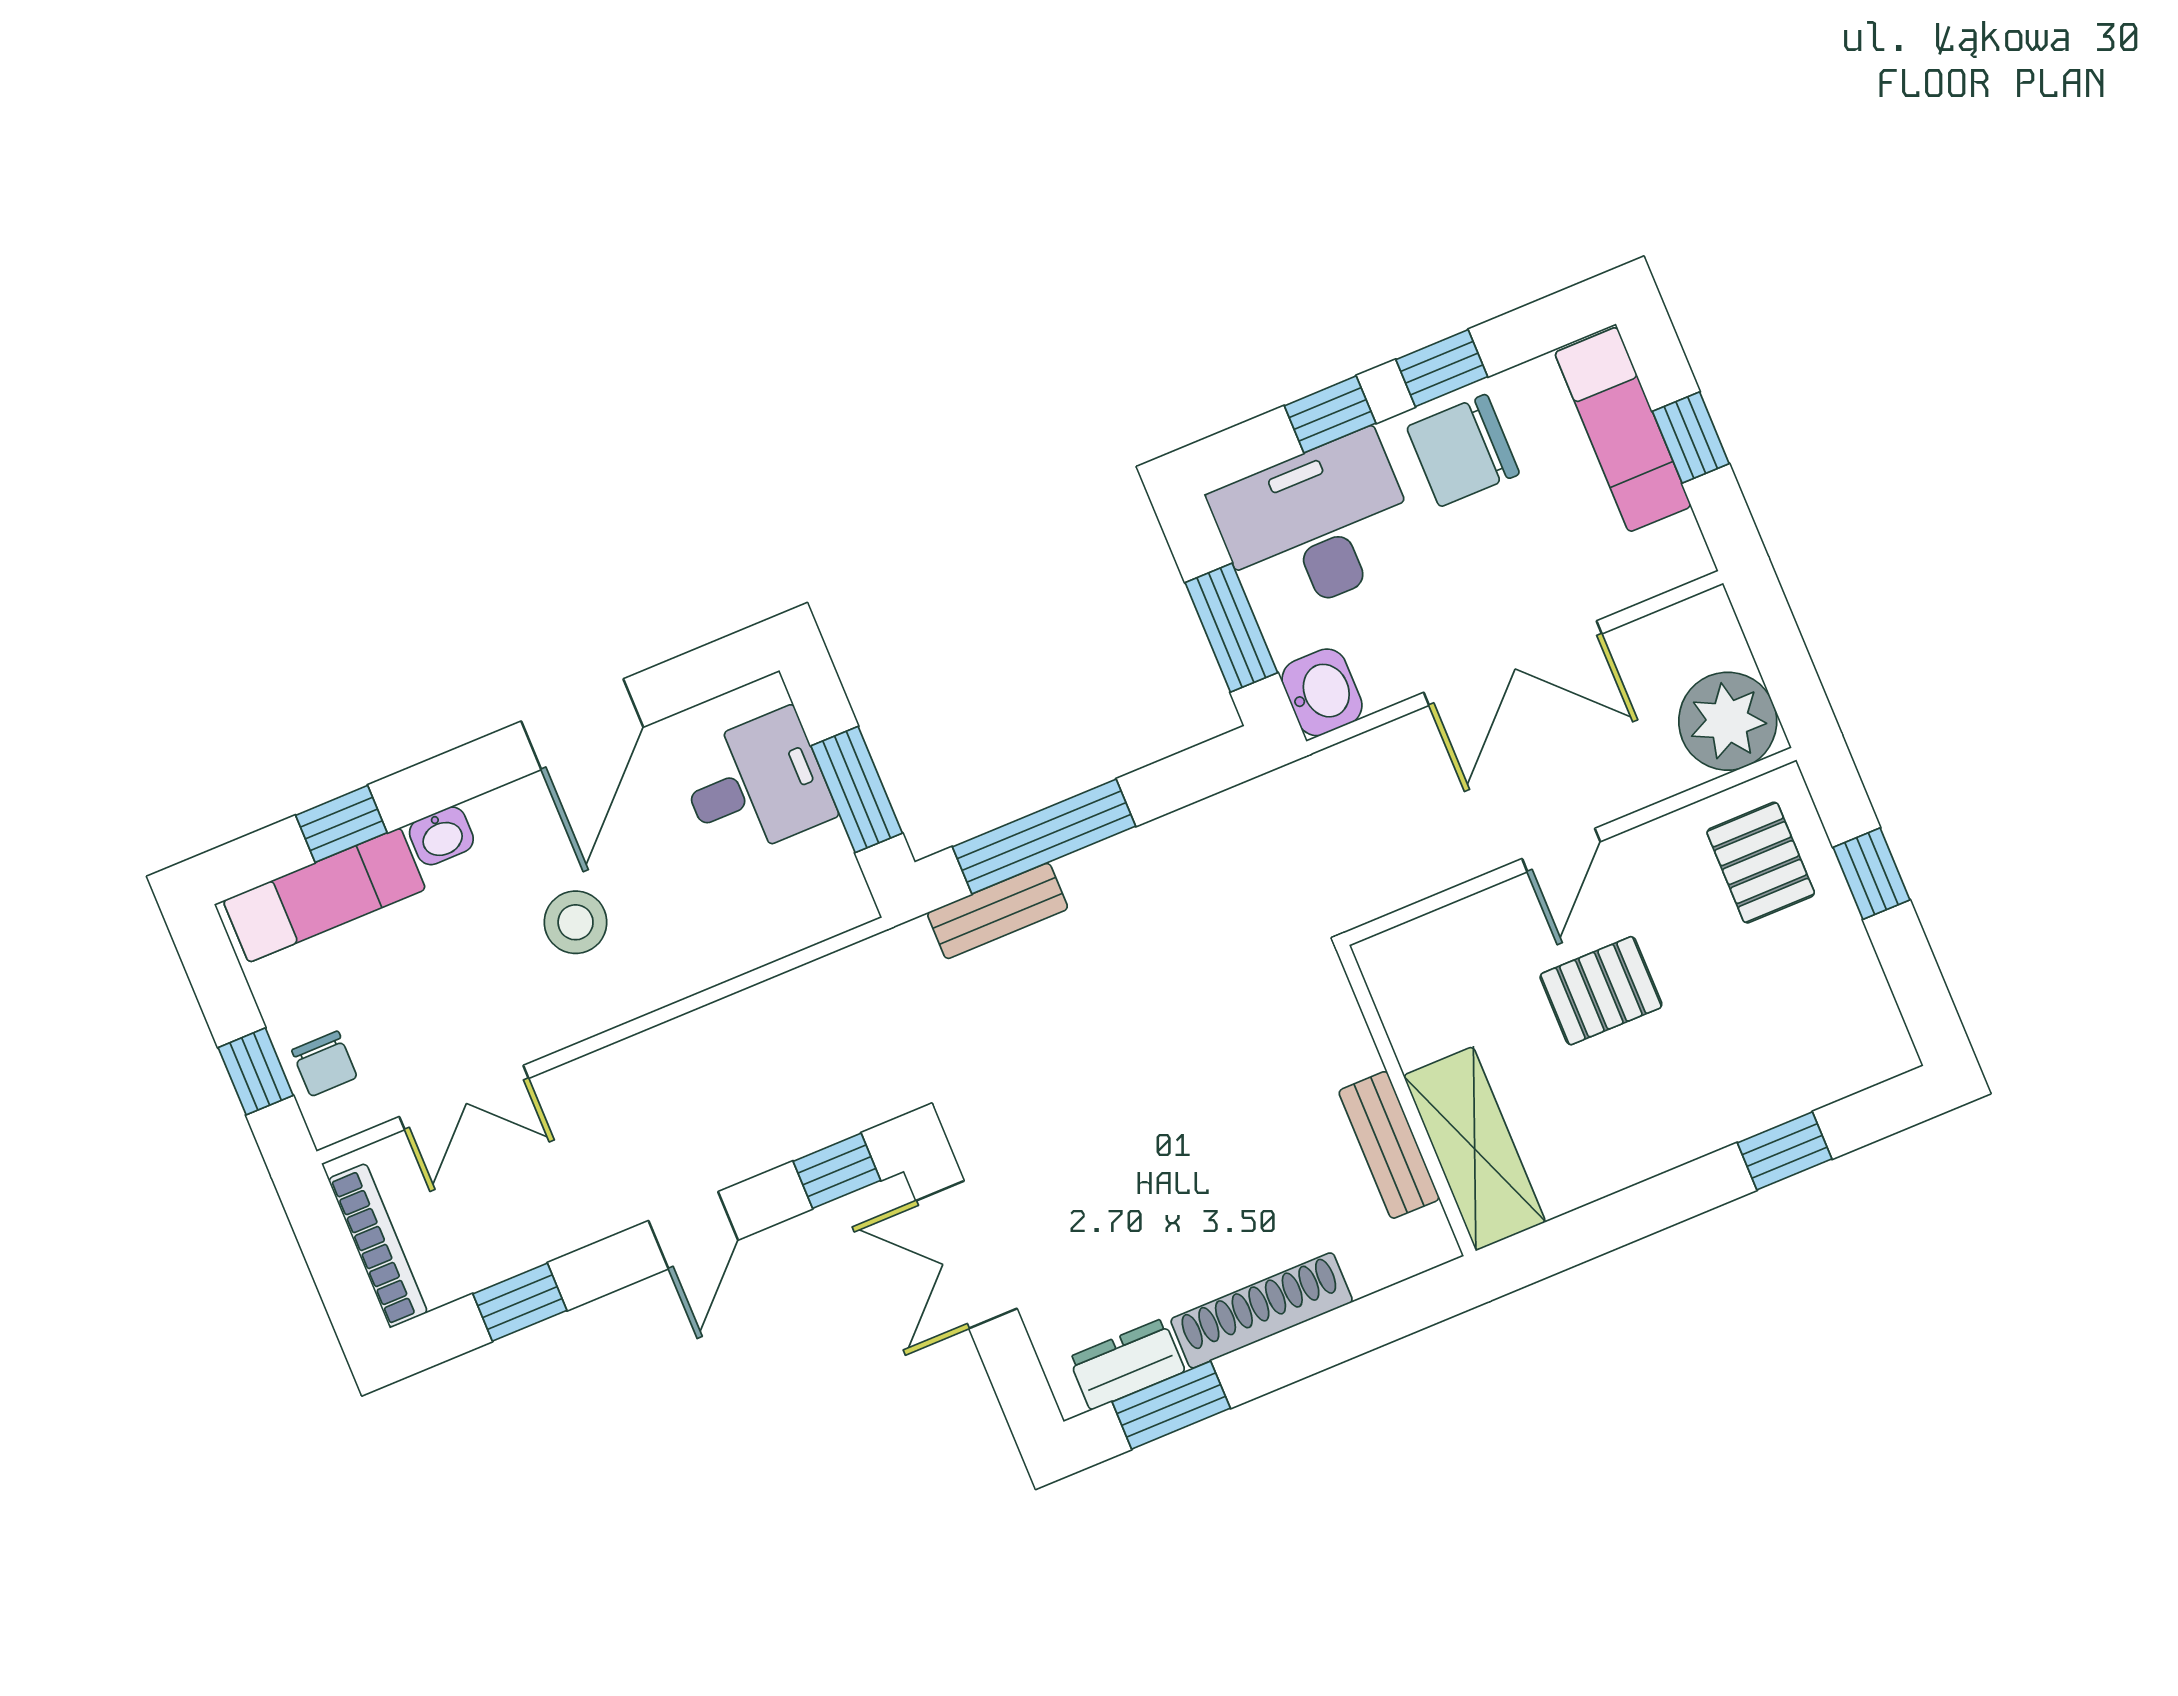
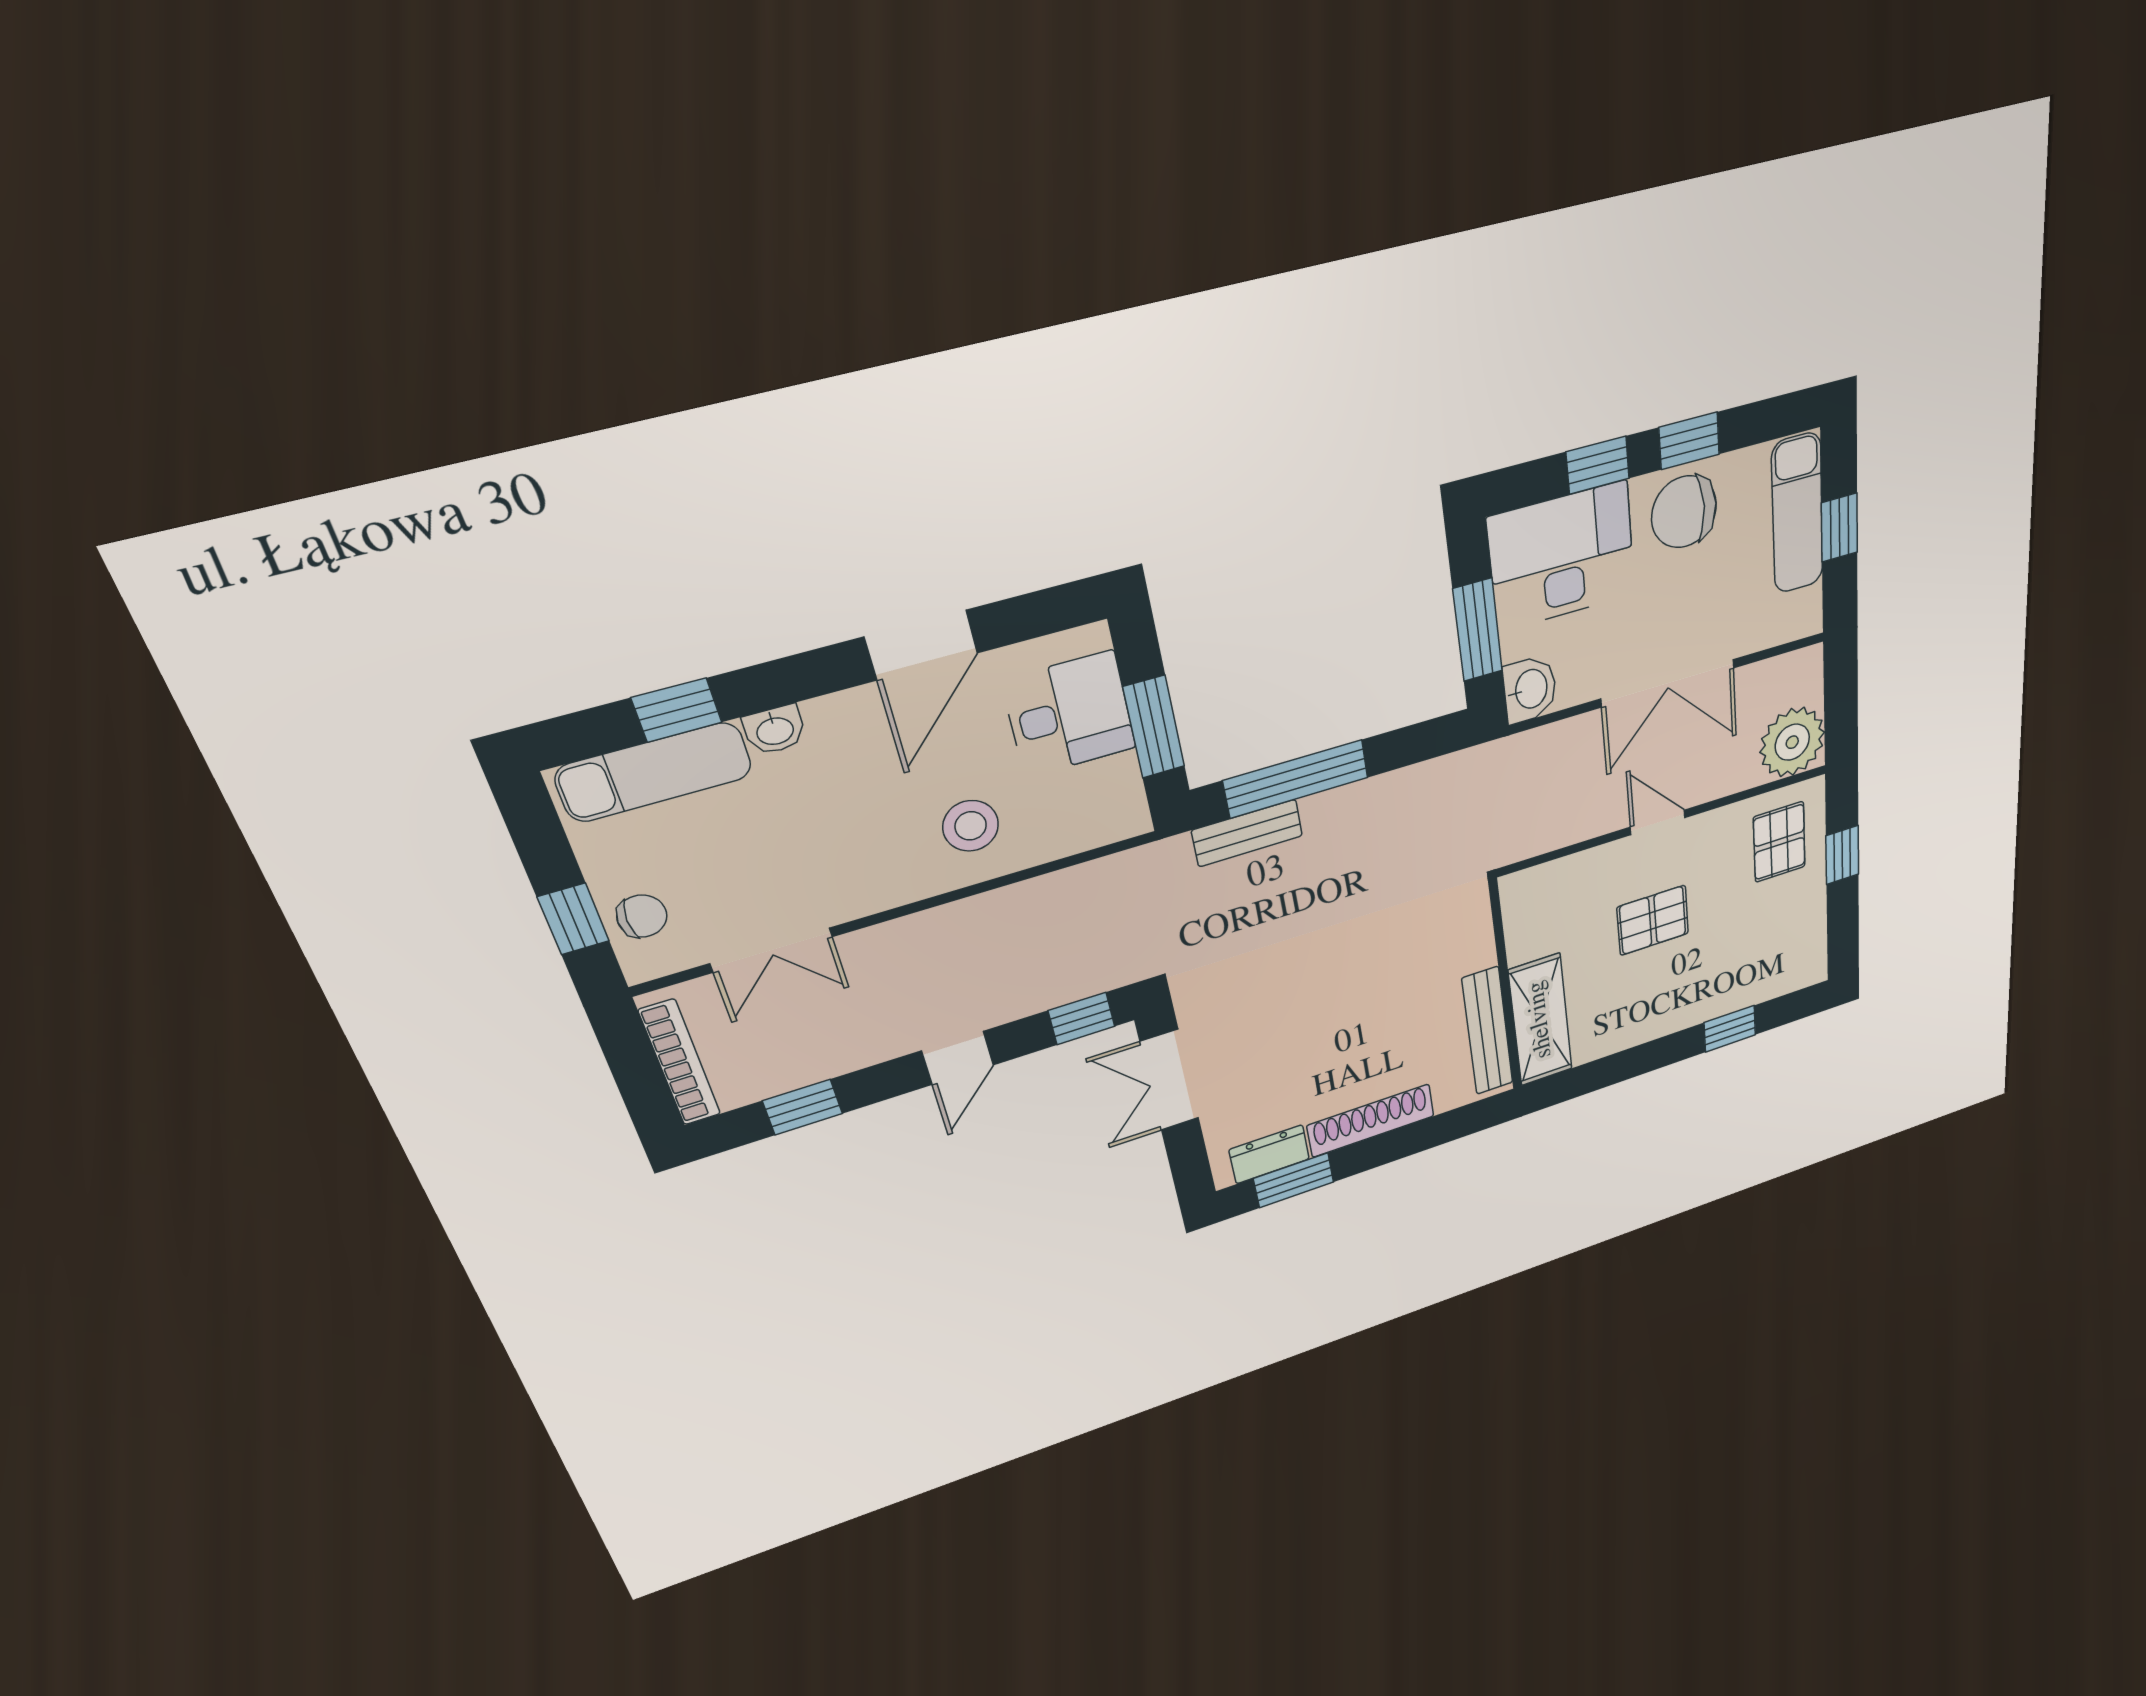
door: (1561, 850) -> (1658, 822), swing flipped
stool: (576, 922) -> (971, 826), moved
chair: (324, 1064) -> (642, 916), turned -90
bench: (1389, 1145) -> (1487, 1031), width x1.36

